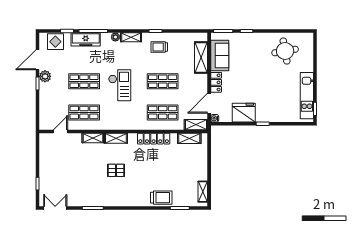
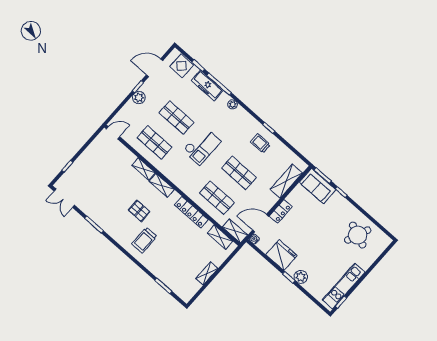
shelving: (131, 37) -> (245, 116), removed
round table: (285, 51) -> (358, 235), turned 32
sofa: (220, 56) -> (317, 186), moved, turned 90
plant: (45, 76) -> (139, 98), moved
plant: (271, 116) -> (301, 277), added
door: (61, 131) -> (113, 133), moved
shelving: (203, 192) -> (207, 273), moved
trolley: (161, 198) -> (144, 240), moved, turned 90
double door: (55, 208) -> (64, 198), swing flipped

